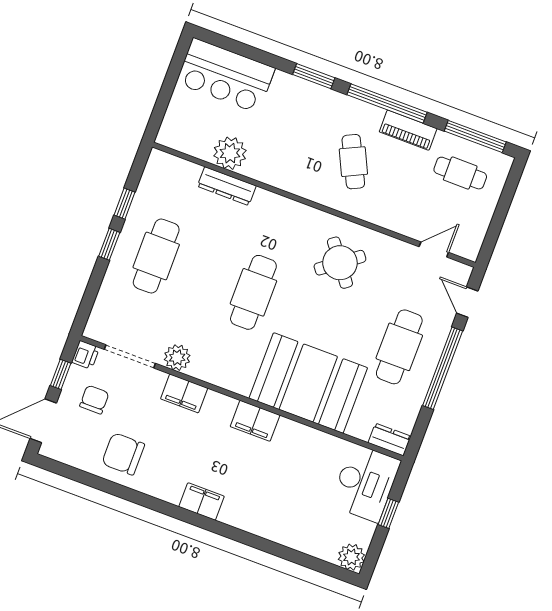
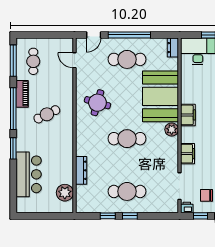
bar counter: (226, 75) -> (29, 174), moved
plant: (230, 153) -> (65, 193), moved
round table: (340, 263) -> (97, 103), turned -37
plant: (177, 358) -> (172, 130), moved

